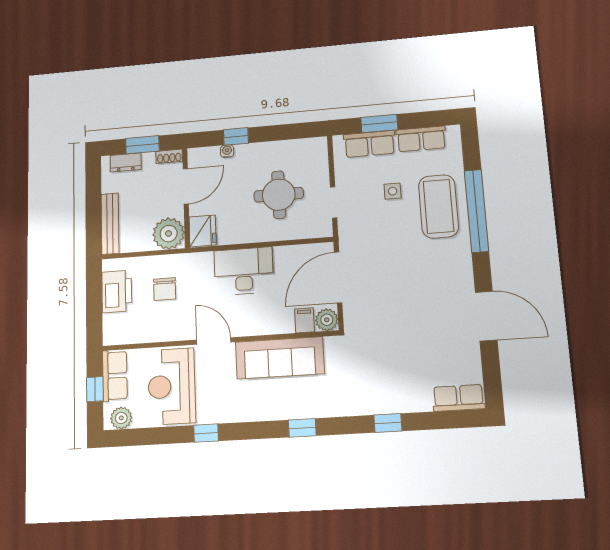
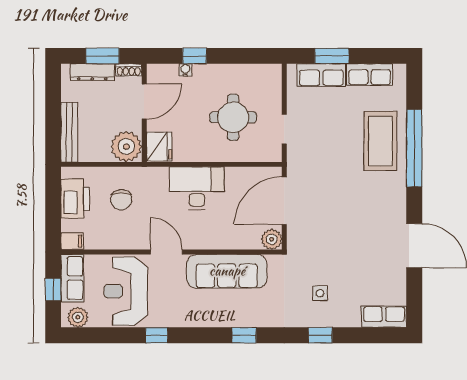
dresser: (126, 162) -> (92, 72), width x1.44
side table: (393, 191) -> (320, 293), moved
filing cabinet: (305, 320) -> (72, 241), moved, turned 90

